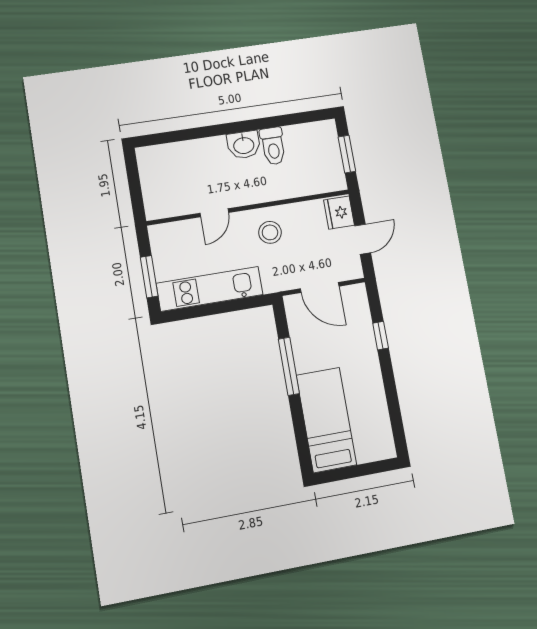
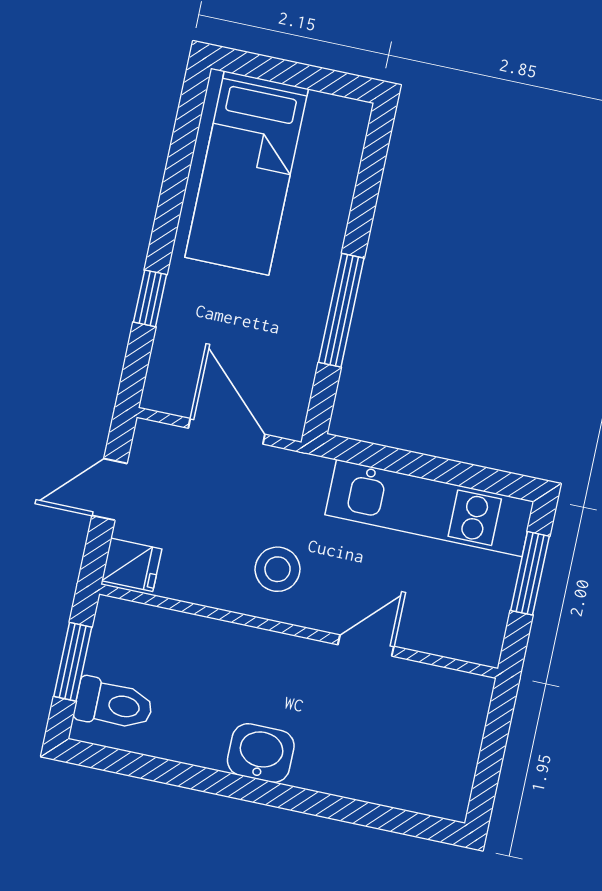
toilet: (273, 146) -> (114, 704), moved, turned 90
fridge: (339, 213) -> (132, 565), width x0.72
bed: (326, 420) -> (247, 173), moved

